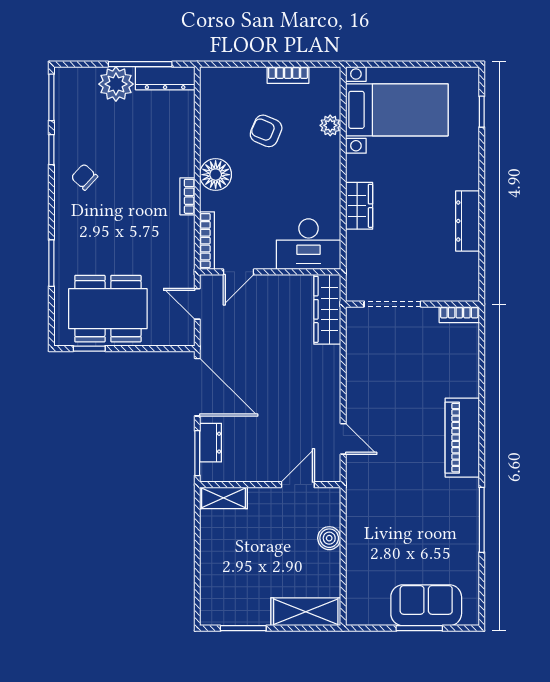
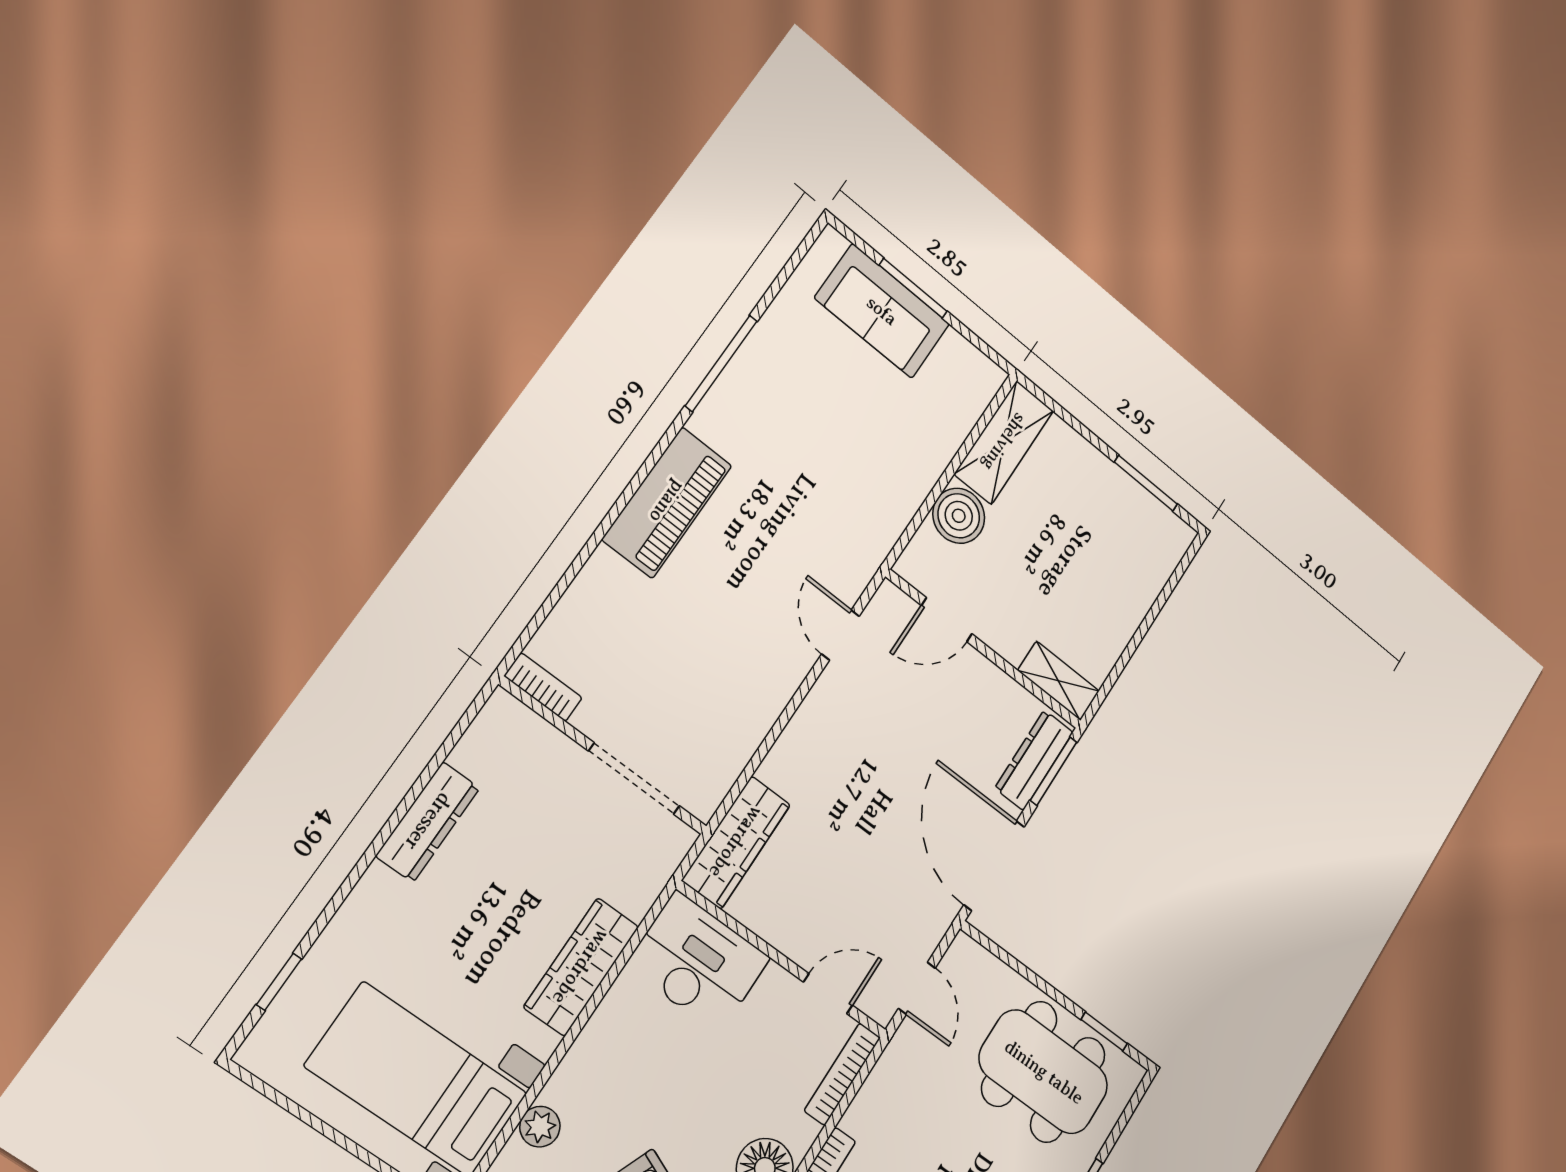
wardrobe: (359, 206) -> (581, 967), width x1.50
dresser: (211, 443) -> (1034, 760), width x1.44
boiler: (329, 538) -> (959, 516), width x1.36, depth x1.36
shelving: (306, 612) -> (1004, 442), moved, turned 90

